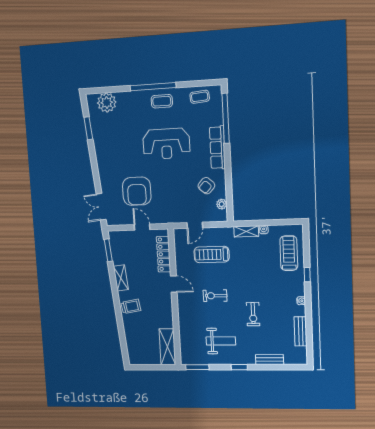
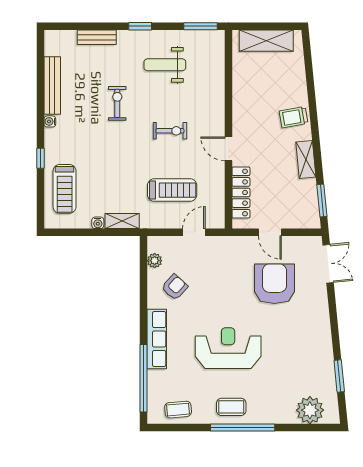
bench: (301, 331) -> (52, 86), width x1.36
shelving: (167, 347) -> (266, 41), moved, turned 90

